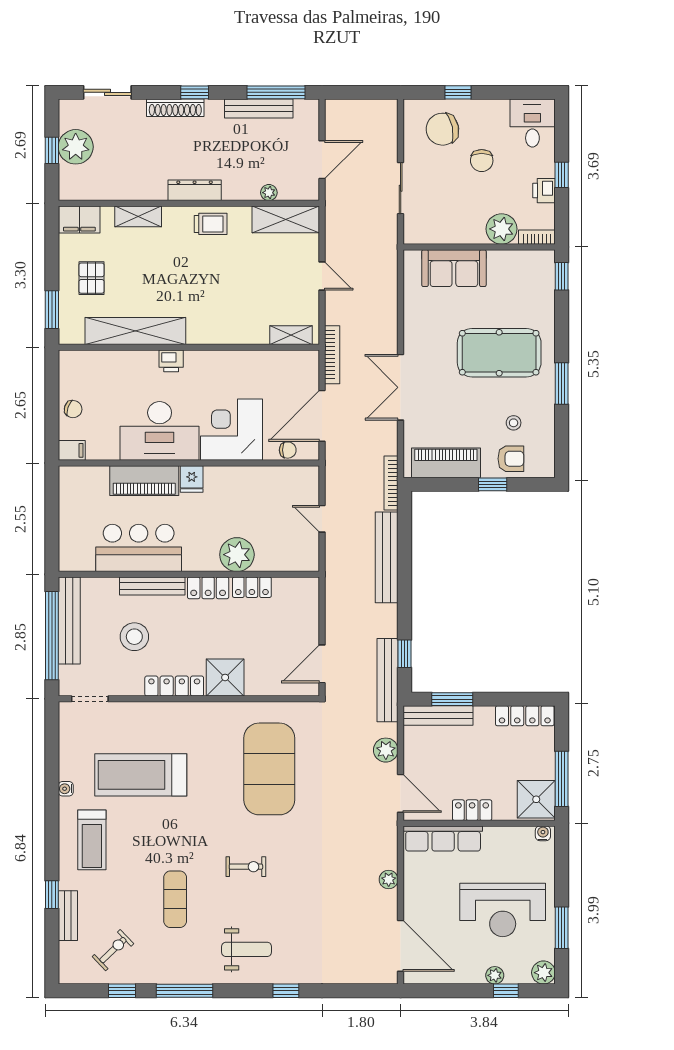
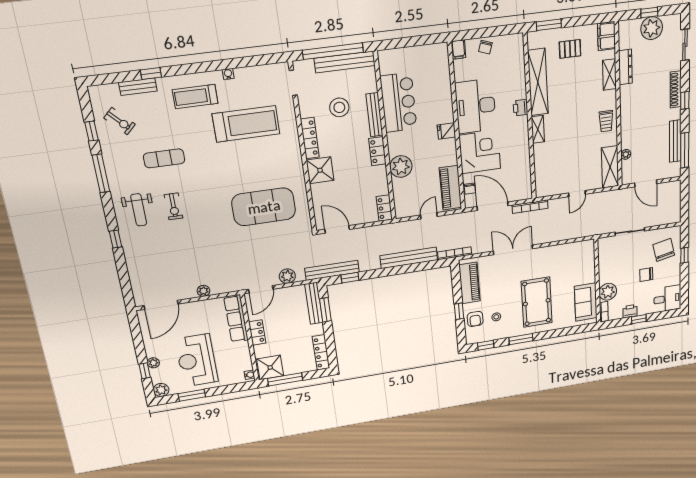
dresser: (195, 190) -> (625, 67), moved
sofa: (454, 268) -> (586, 302), moved
window: (562, 276) -> (486, 345), moved
shelving: (291, 335) -> (538, 129), moved
piano: (144, 481) -> (450, 188), moved
locker: (252, 587) -> (384, 208), moved
treadmill: (141, 775) -> (246, 124), turned 90
exercise bike: (246, 867) -> (174, 206), moved

